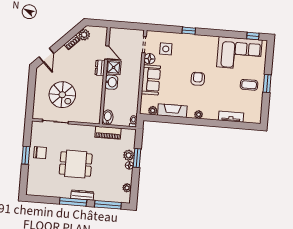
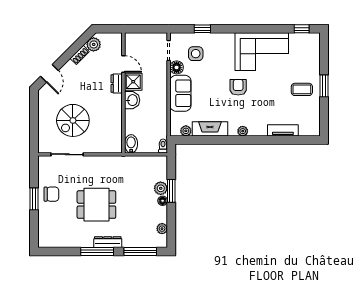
window: (189, 31) -> (202, 29), moved
corner sofa: (239, 53) -> (262, 52), moved
spiral stairs: (62, 95) -> (73, 120), turned 90
piano: (108, 133) -> (133, 163), removed

